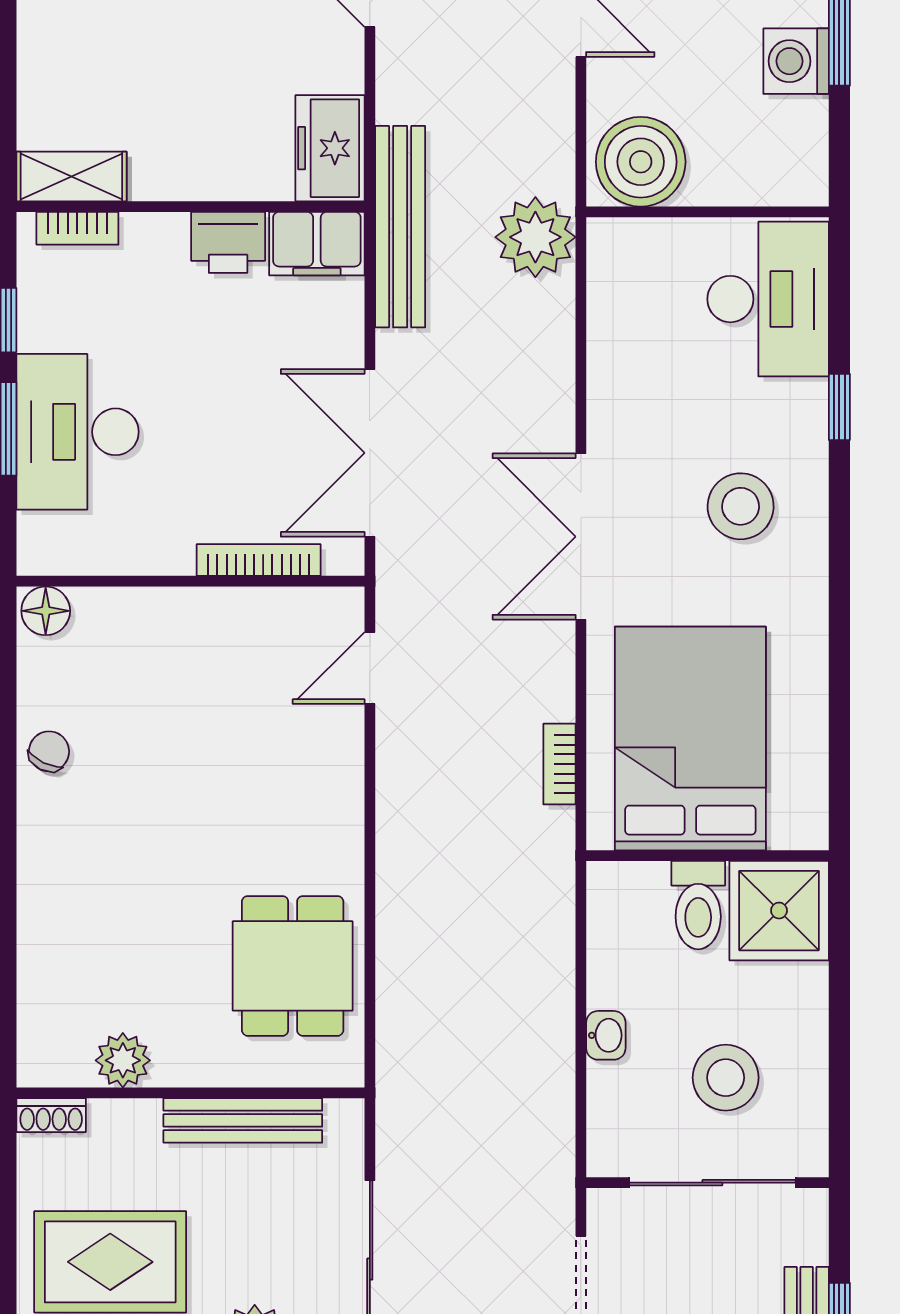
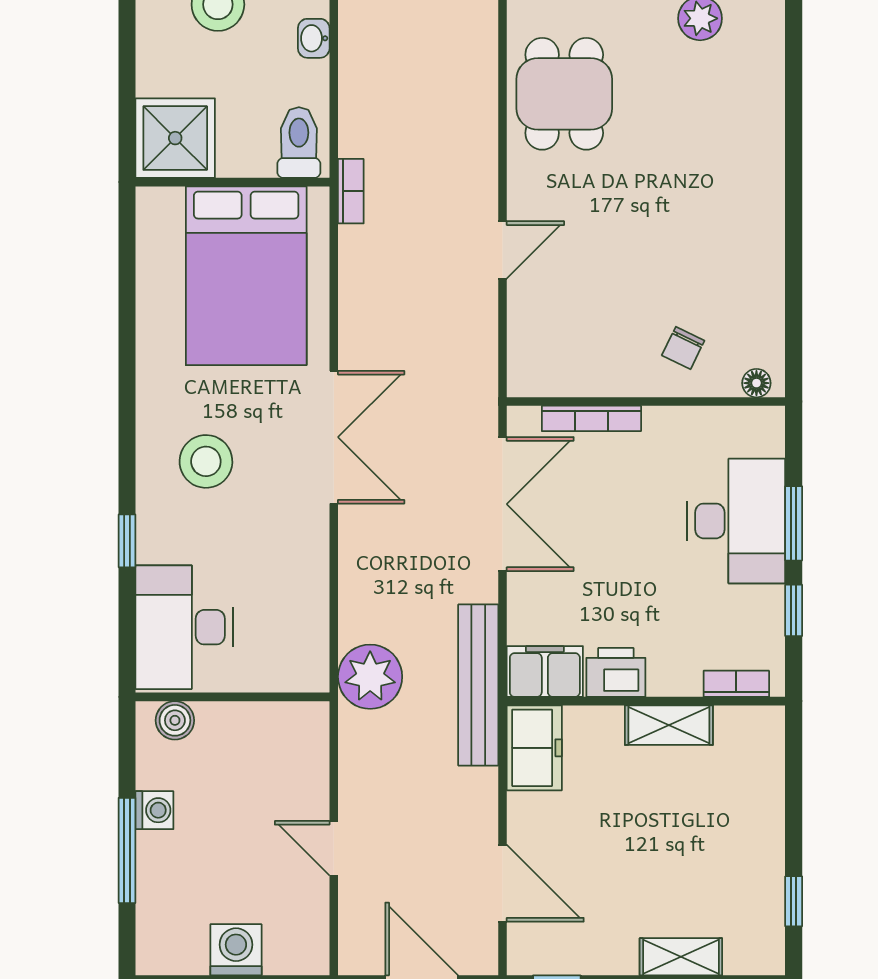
washing machine: (796, 61) -> (154, 810), width x0.73, depth x0.73
boiler: (641, 162) -> (175, 720), moved, width x0.54, depth x0.54
shelving: (71, 177) -> (669, 725), moved
floor lamp: (46, 611) -> (756, 383), width x0.73, depth x0.73
door: (370, 668) -> (502, 250), moved
chair: (49, 751) -> (683, 348), moved
bookcase: (559, 764) -> (351, 191), moved
toilet: (698, 905) -> (299, 142), moved

